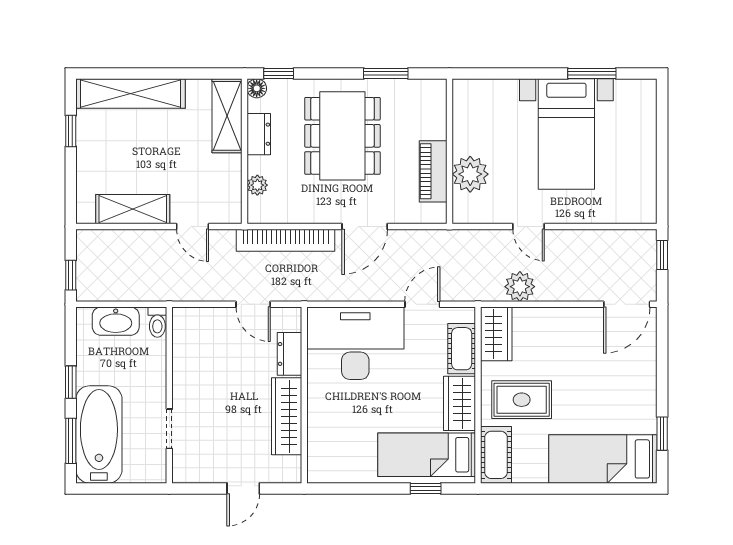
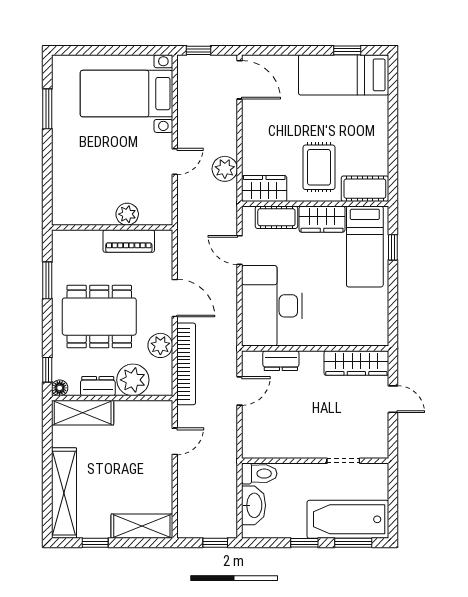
bed with nightstands: (566, 134) -> (127, 94), moved, turned 180
plant: (470, 174) -> (127, 214), width x0.73, depth x0.73
plant: (257, 185) -> (133, 380), width x1.88, depth x1.88
shelving: (133, 209) -> (142, 526), moved, turned 90
plant: (308, 209) -> (160, 345), added
toilet: (157, 322) -> (259, 474), width x1.37, depth x1.39
wardrobe: (287, 416) -> (356, 363), moved
bed: (603, 459) -> (344, 75), moved, turned 90

